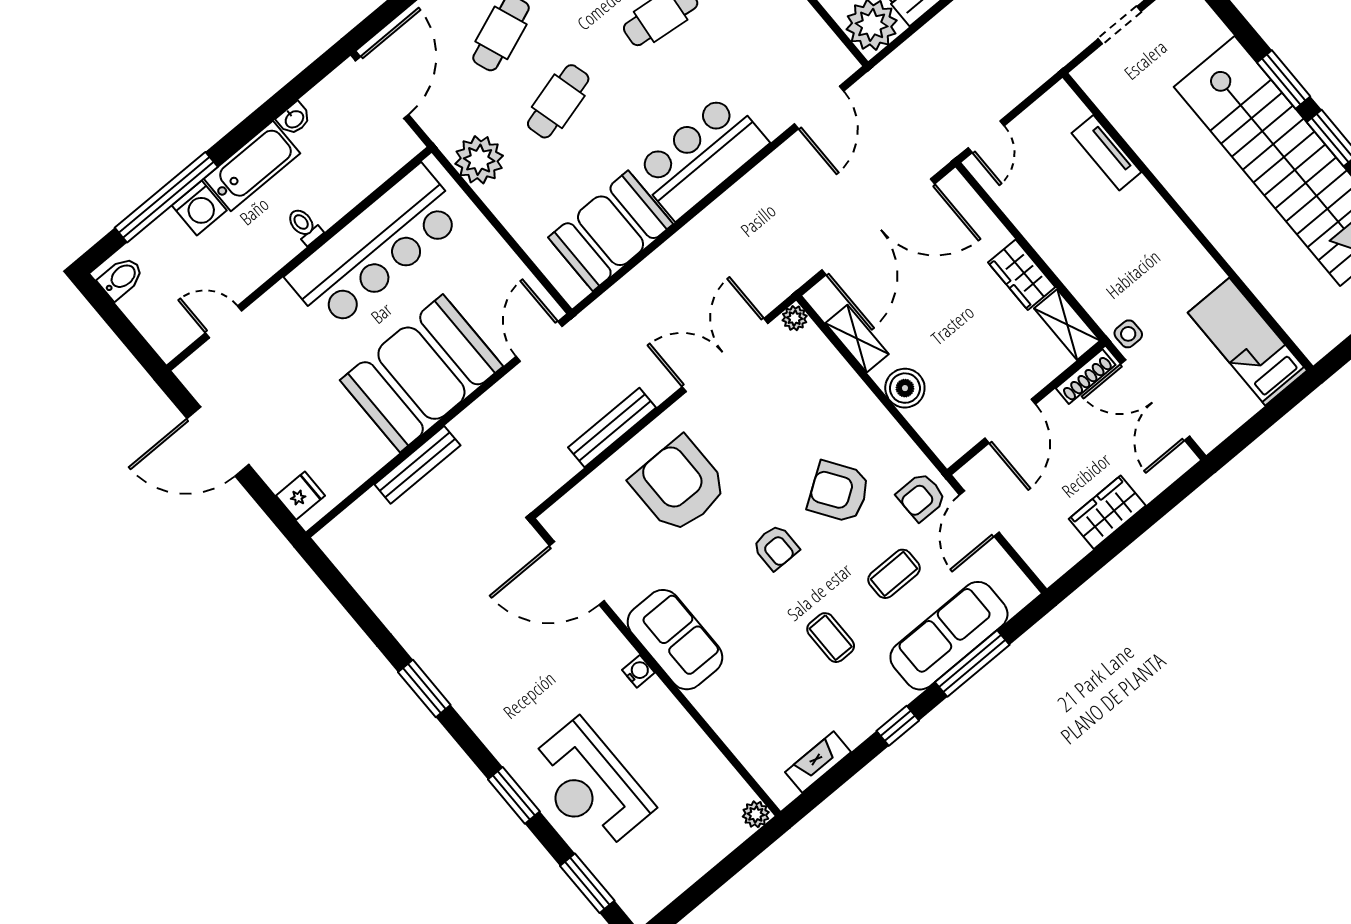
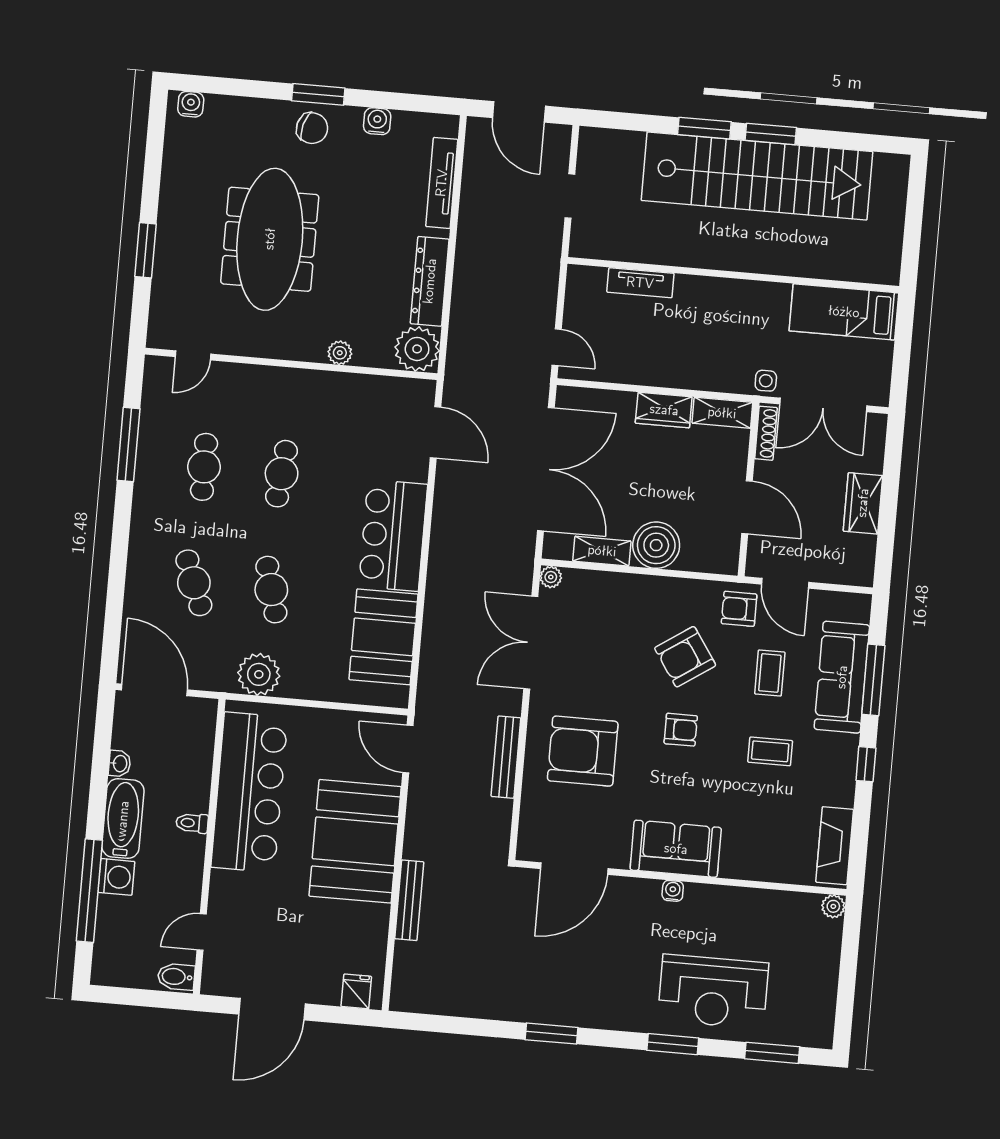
bidet: (121, 278) -> (176, 977), moved, turned -90
boiler: (905, 388) -> (656, 545), width x1.37, depth x1.37
armchair: (921, 497) -> (739, 609), turned 90
fireplace: (818, 762) -> (835, 846), width x1.37, depth x1.32

